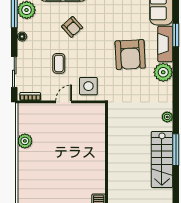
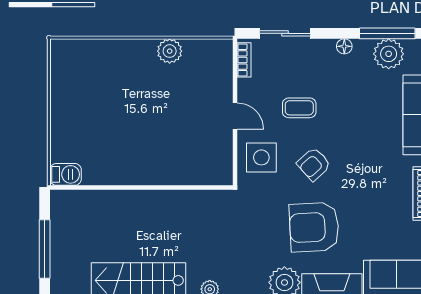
armchair: (72, 27) -> (314, 164), moved

